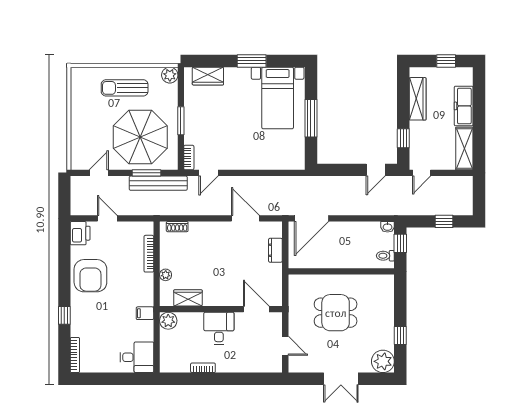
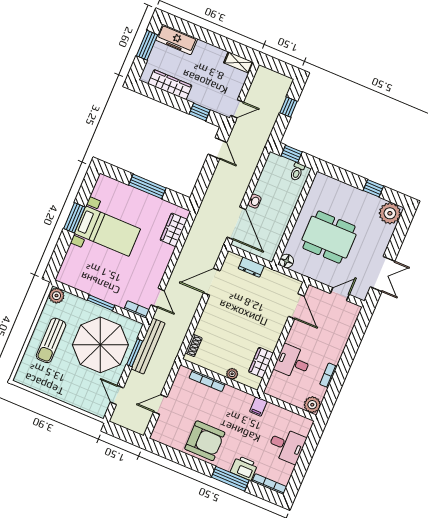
window: (446, 61) -> (147, 45), width x1.50
wardrobe: (208, 76) -> (174, 230), moved, turned 180
bed with nightstands: (278, 98) -> (107, 231), moved
freezer: (464, 106) -> (177, 39), moved
shelving: (464, 149) -> (239, 62), width x0.67, depth x0.75
door: (422, 173) -> (237, 109), hinge flipped
washbasin: (388, 227) -> (255, 201), moved
printer: (80, 233) -> (244, 468), moved
floor lamp: (295, 282) -> (286, 261), added
door: (256, 309) -> (296, 306), swing flipped
dining table: (336, 313) -> (329, 237), width x1.38
window: (64, 315) -> (230, 479), width x2.17
plant: (168, 321) -> (312, 405), moved
desk: (219, 328) -> (293, 362), moved
desk: (137, 357) -> (287, 445), moved, turned 90
double door: (341, 379) -> (383, 274), moved

